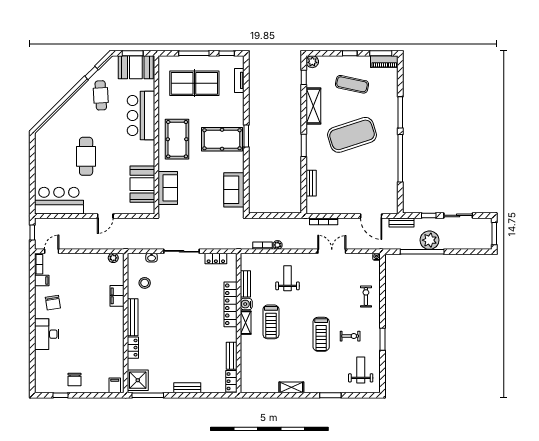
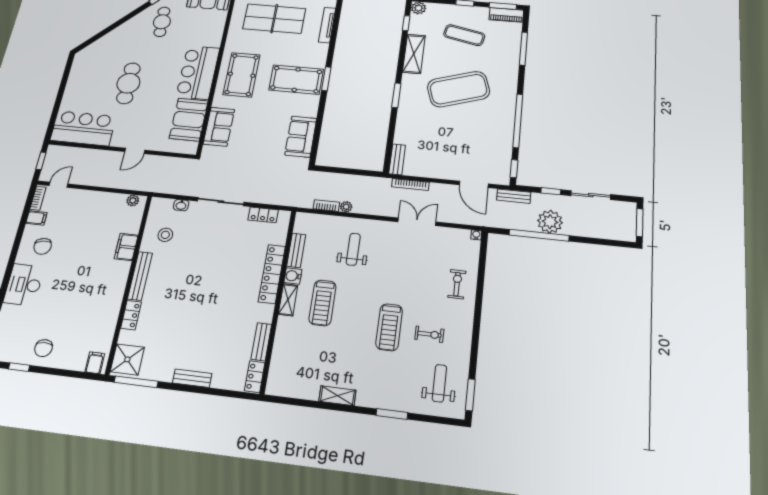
tv unit: (239, 80) -> (327, 25), width x1.41
window: (400, 112) -> (523, 49), moved
bar counter: (141, 116) -> (198, 72), moved
bench: (311, 183) -> (397, 159), moved
window: (400, 200) -> (514, 169), added
window: (383, 339) -> (470, 395), moved

